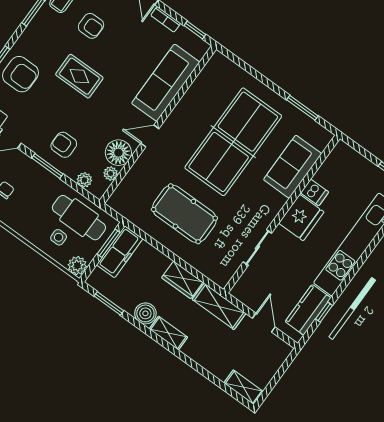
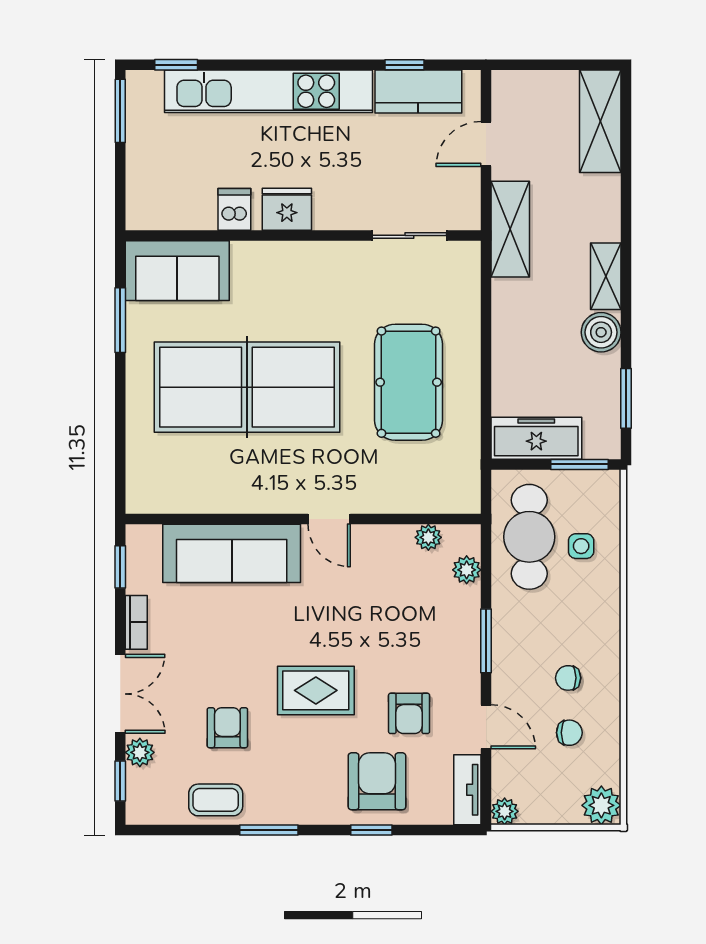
rug: (79, 76) -> (316, 690), turned 90
armchair: (64, 145) -> (409, 713), moved
floor lamp: (118, 153) -> (388, 548), removed
sofa: (293, 167) -> (177, 271), moved
fridge: (301, 218) -> (287, 209), width x0.73, depth x0.75
window: (109, 243) -> (579, 464), moved
sliding door: (257, 247) -> (409, 235), moved
plant: (77, 266) -> (603, 487), removed
wardrobe: (182, 280) -> (510, 314), removed
shelving: (244, 387) -> (600, 121), width x1.50, depth x1.33

